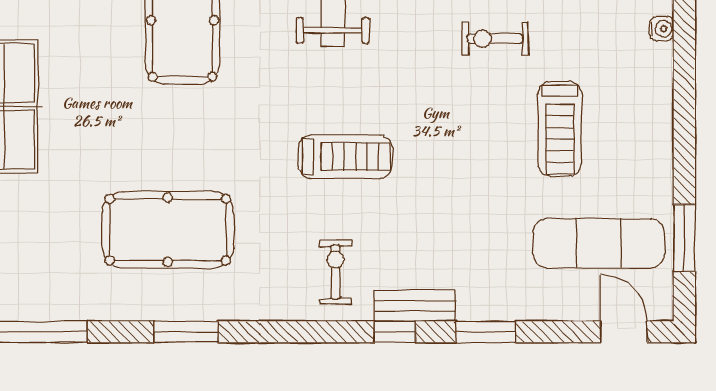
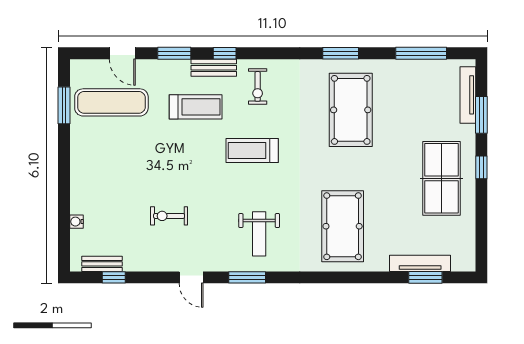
exercise bike: (495, 39) -> (169, 216), turned 180
treadmill: (560, 129) -> (196, 107), moved, turned 90
pool table: (168, 230) -> (351, 110), turned 90
door: (624, 332) -> (122, 53), moved

